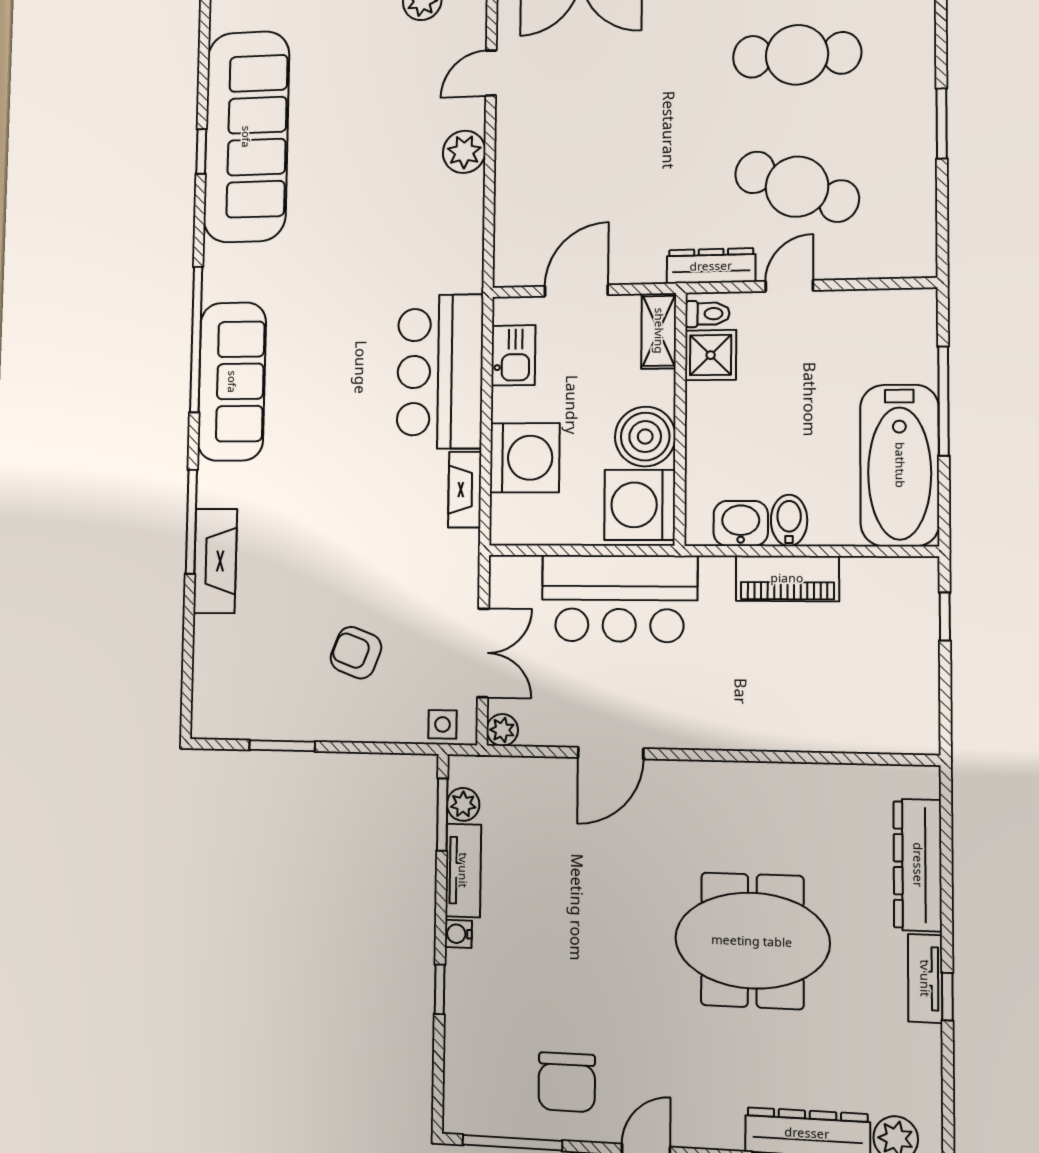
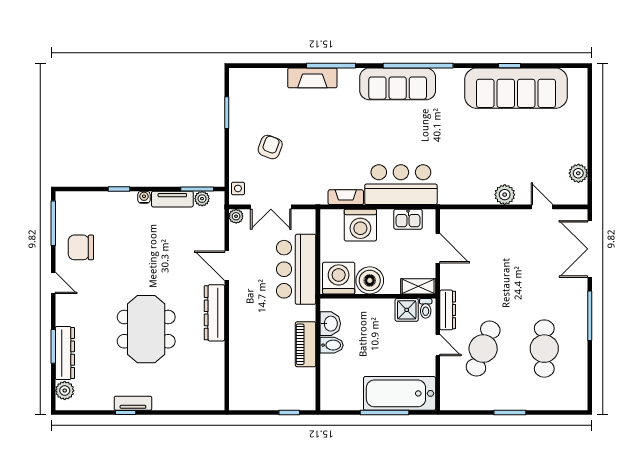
bathtub: (900, 465) -> (400, 393), moved
dresser: (918, 865) -> (214, 313), moved, turned -90

